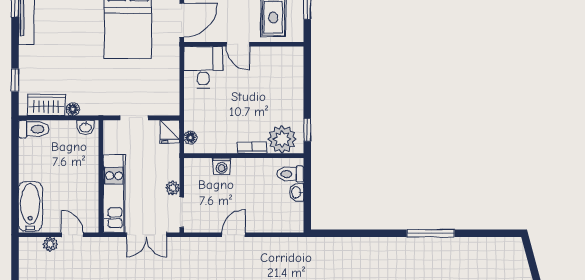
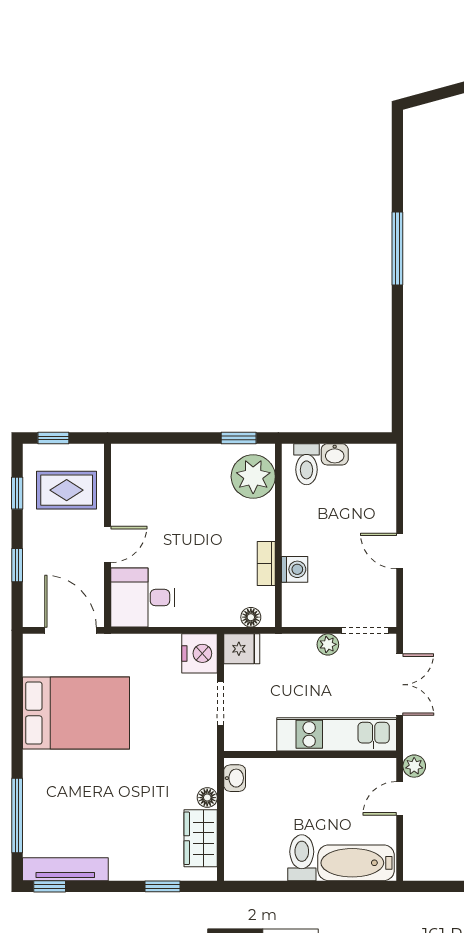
nightstand: (167, 104) -> (200, 653), added
toilet: (34, 129) -> (302, 858), moved
bookcase: (252, 148) -> (266, 563), moved
plant: (50, 244) -> (414, 766), moved

